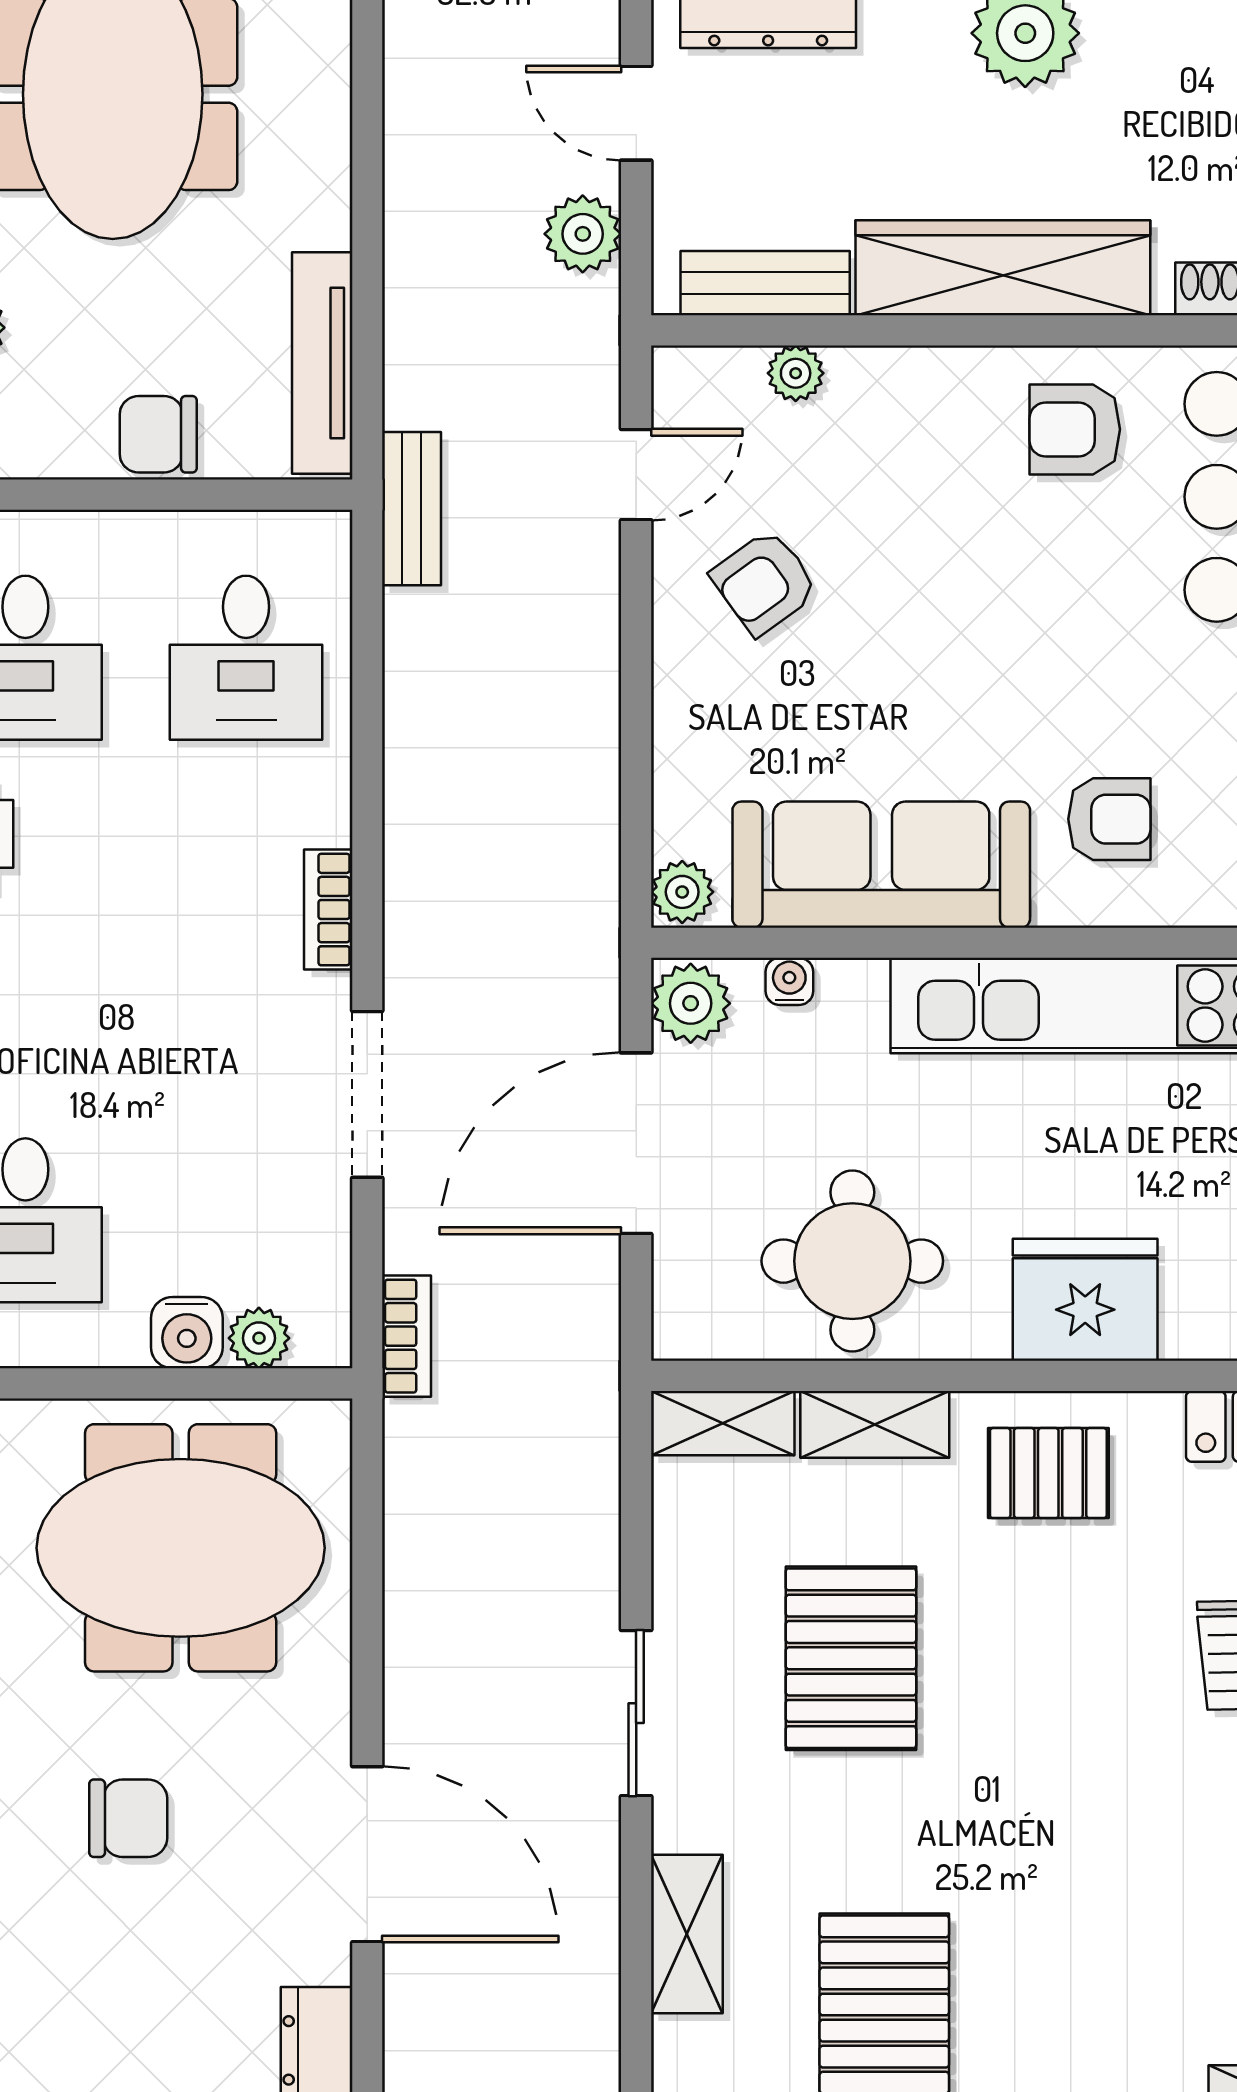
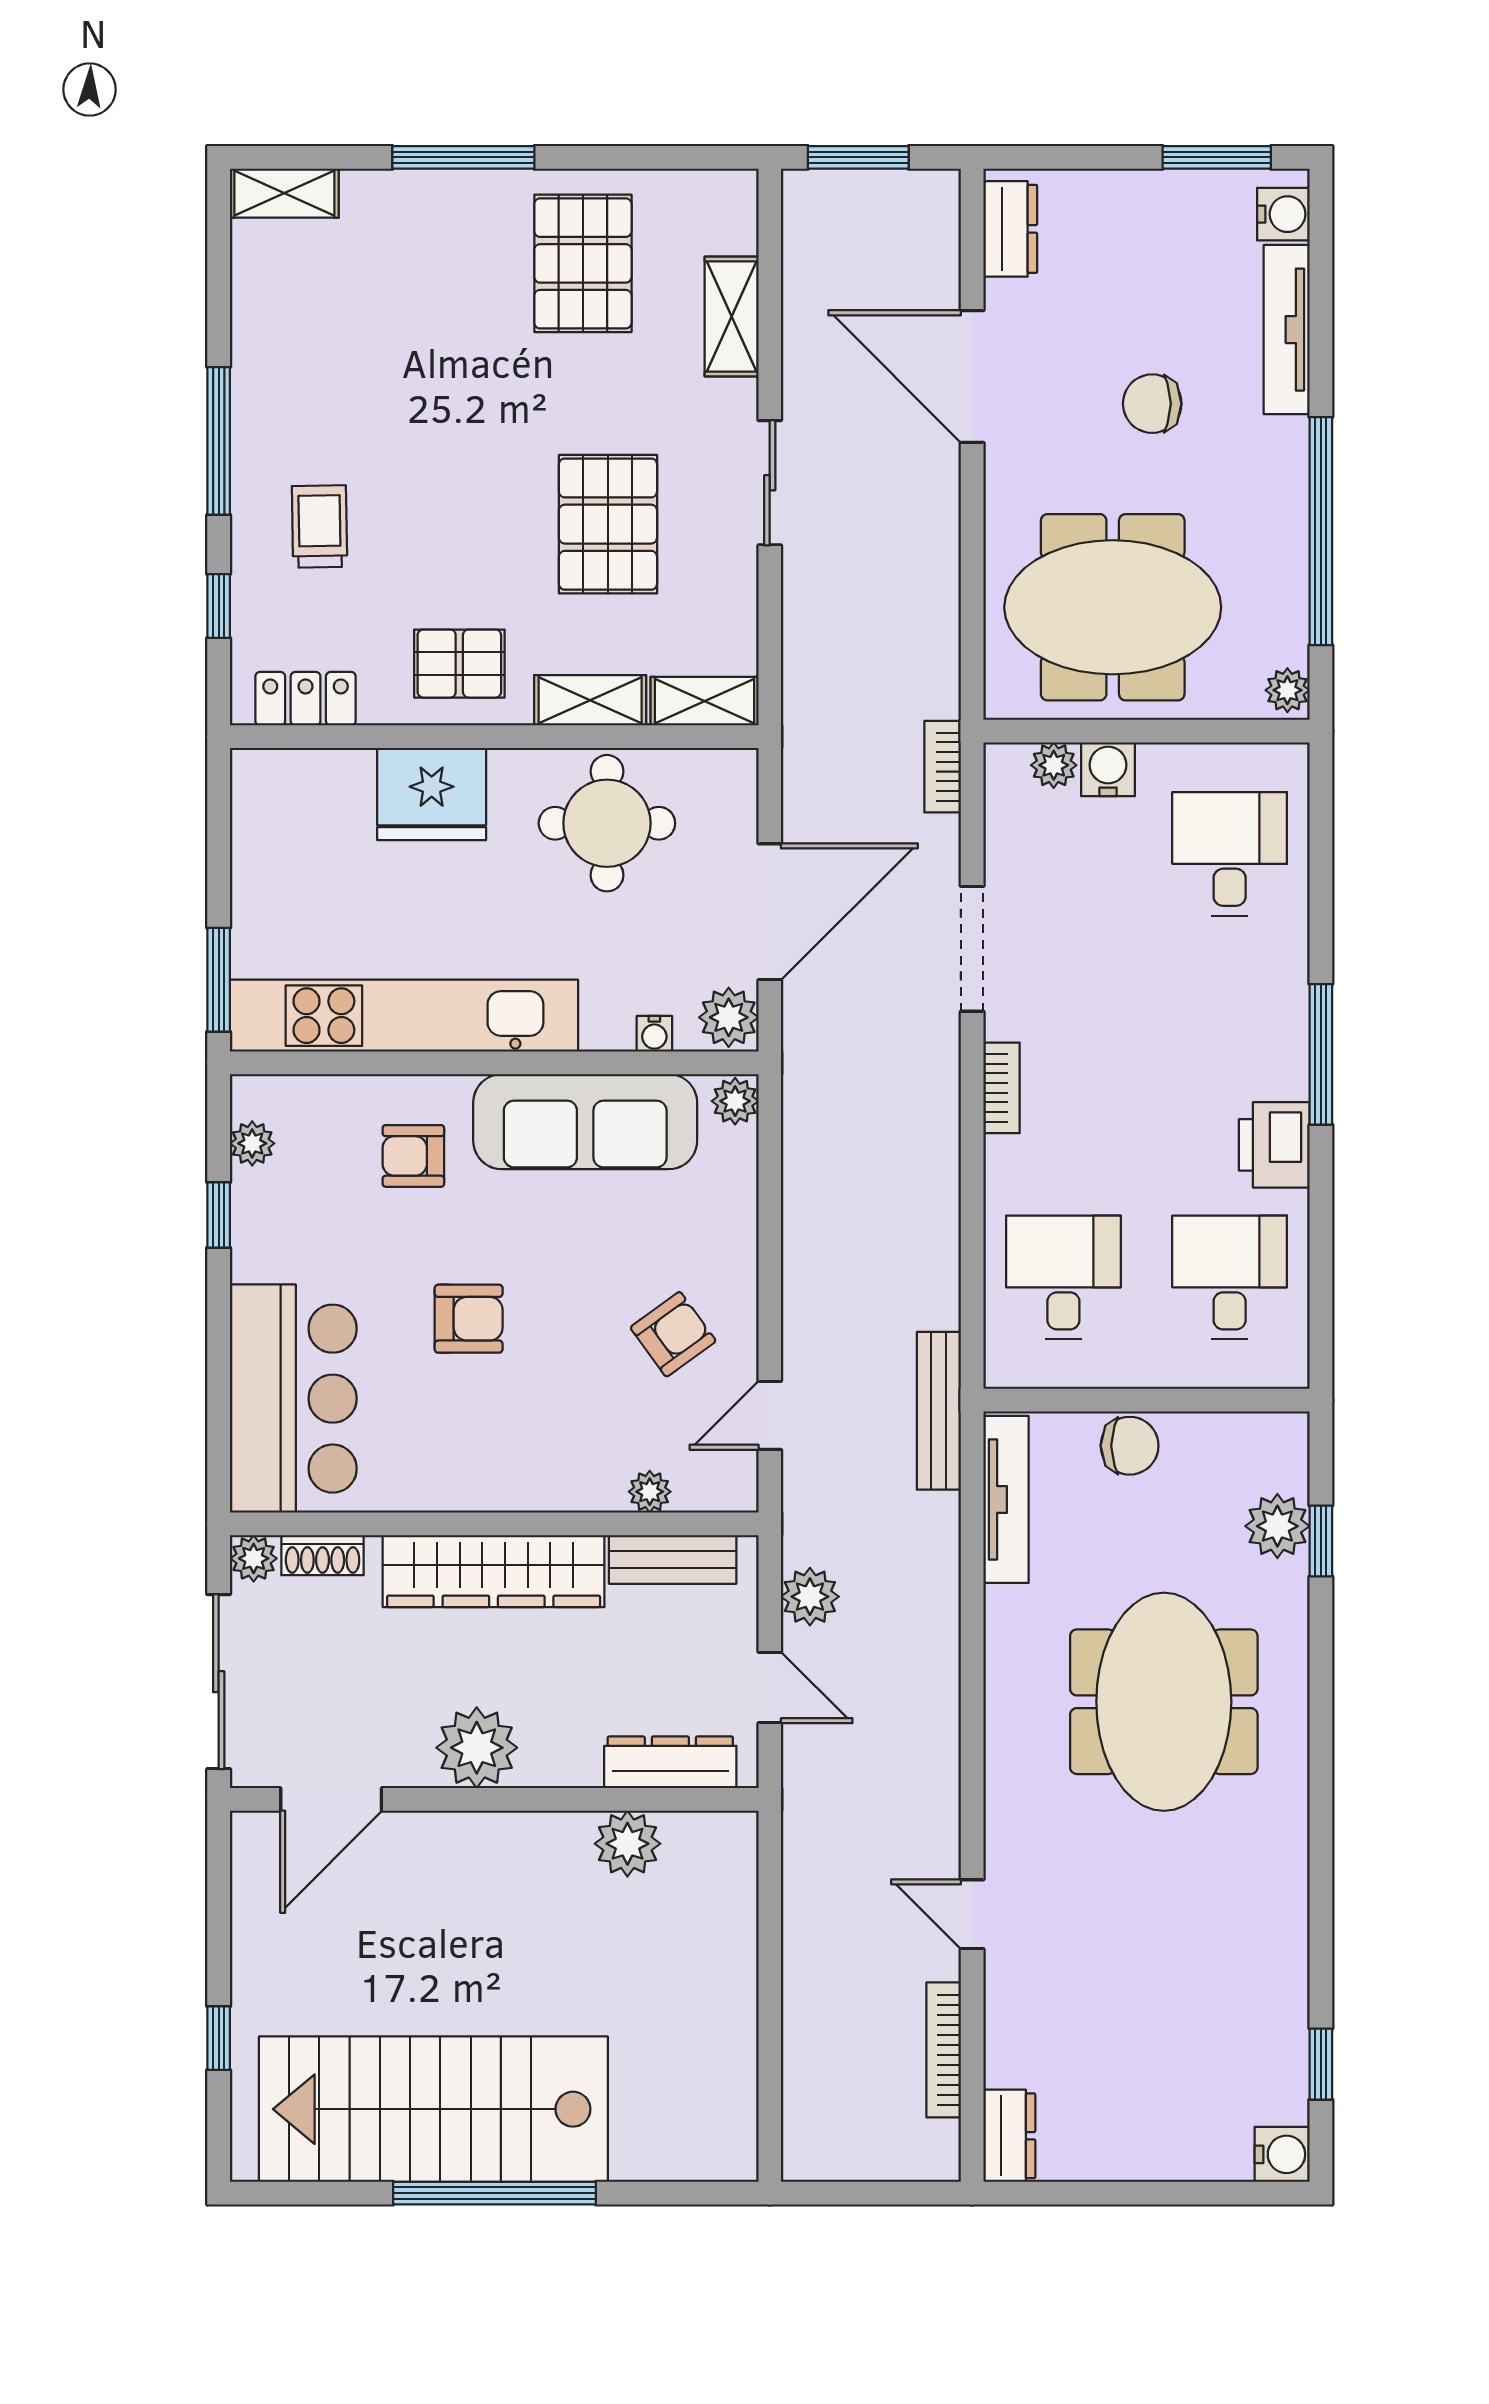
armchair: (1075, 429) -> (469, 1319), moved
bench: (411, 509) -> (939, 1411), width x1.36

